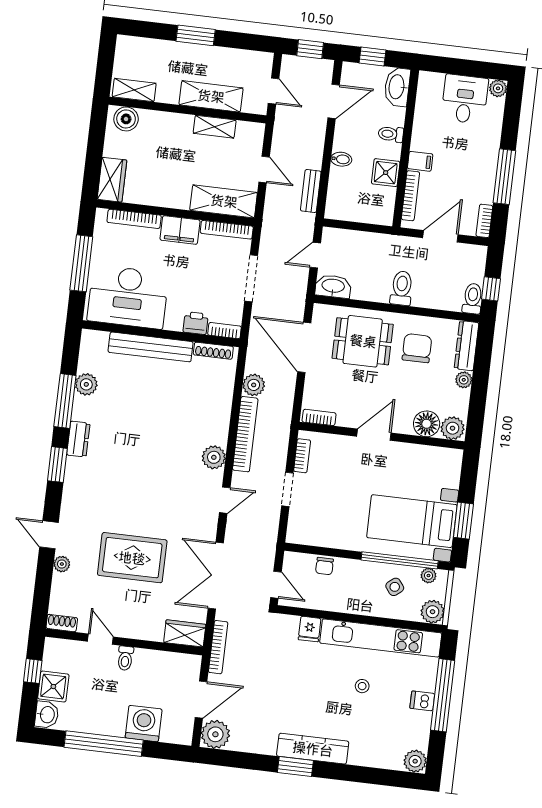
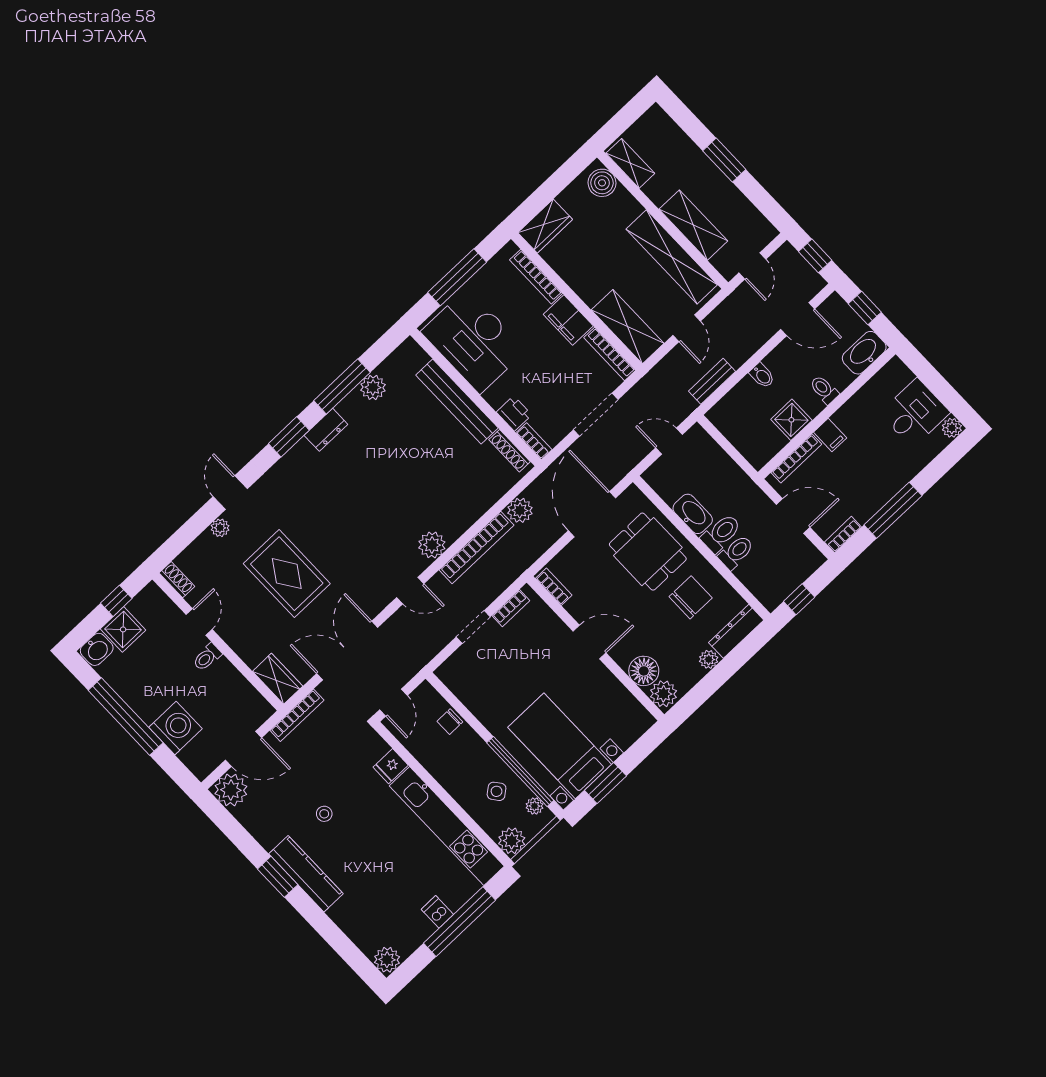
shelving: (215, 127) -> (672, 257), width x2.20, depth x1.33
washbasin: (333, 286) -> (693, 514), moved
toilet: (473, 299) -> (736, 552), moved
stool: (362, 686) -> (324, 814), moved

